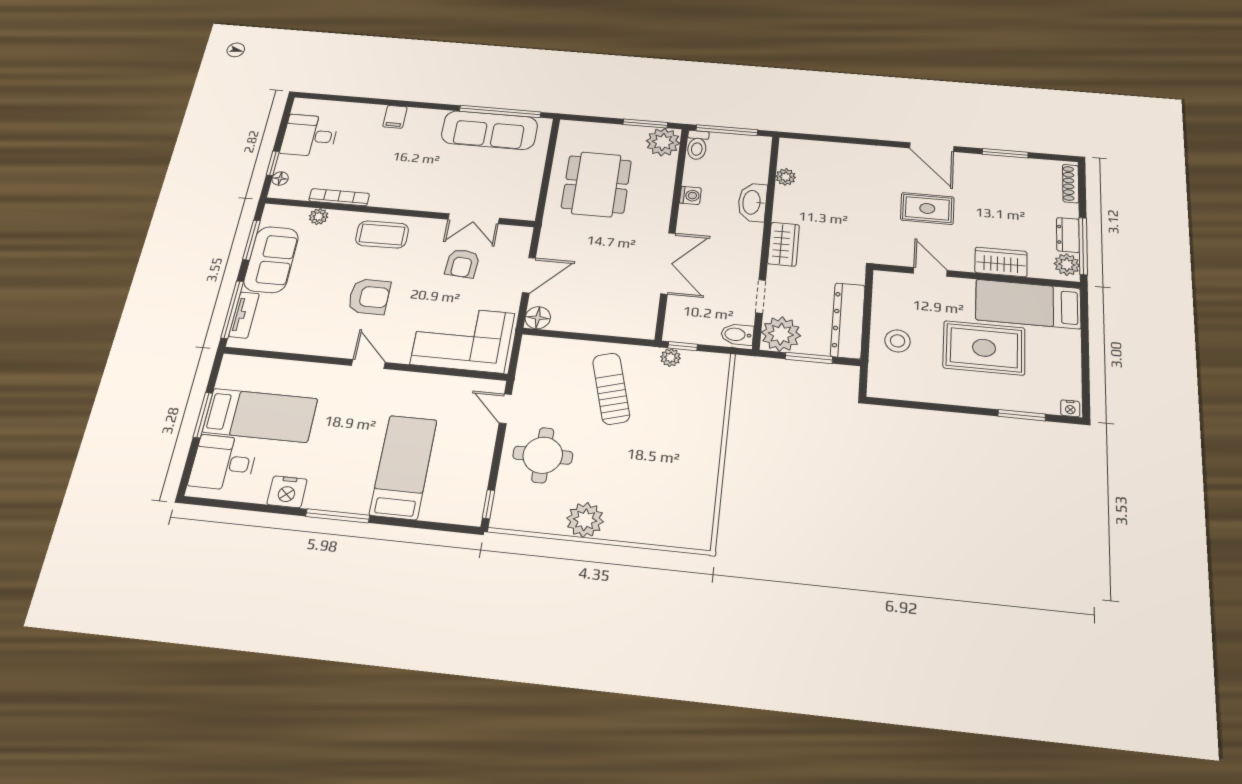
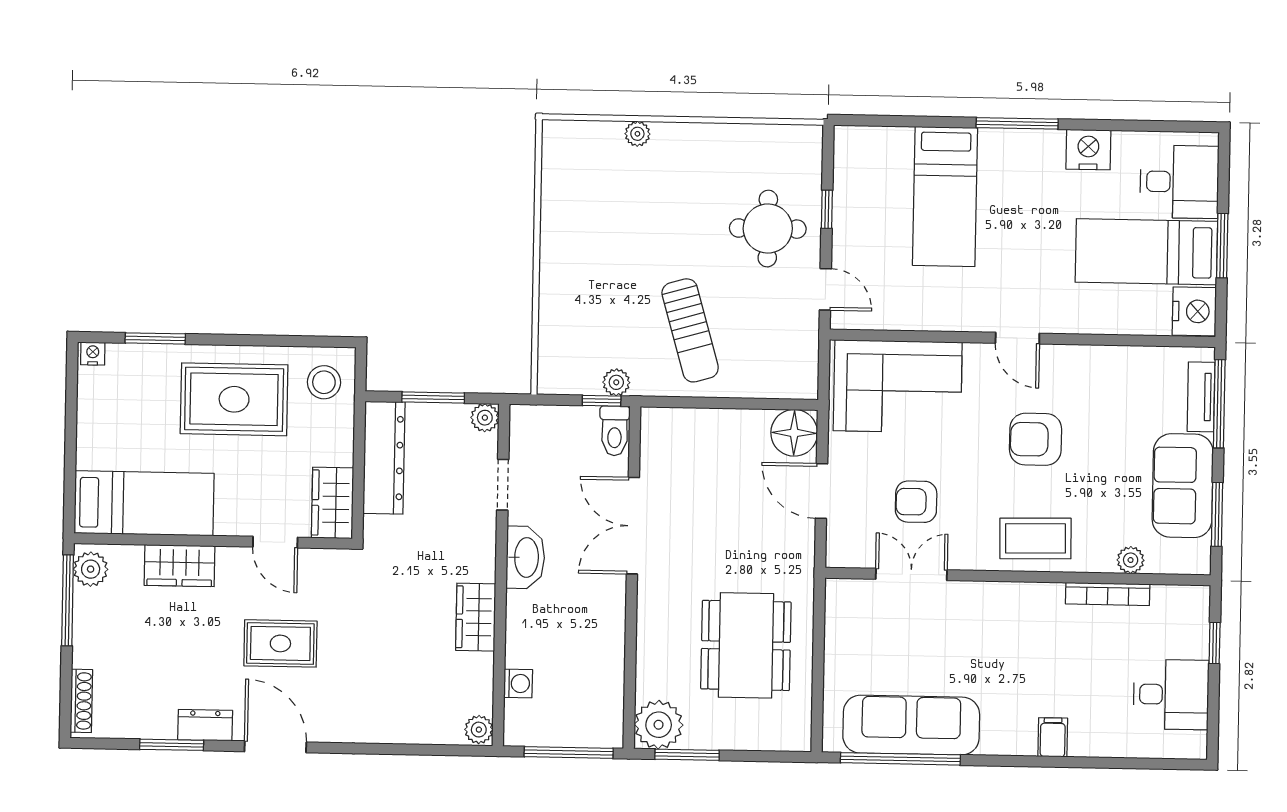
toilet: (697, 145) -> (615, 431), moved, turned 180
plant: (786, 177) -> (479, 730), moved
floor lamp: (280, 179) -> (1199, 618), removed
washing machine: (690, 195) -> (518, 683), moved, turned 180
washbasin: (752, 202) -> (525, 557), moved
dresser: (1068, 235) -> (205, 725), moved, turned -90
wardrobe: (784, 244) -> (476, 617), moved
armchair: (462, 263) -> (916, 502), turned -94
door: (529, 275) -> (821, 491), hinge flipped
wardrobe: (887, 294) -> (333, 503), added
floor lamp: (538, 318) -> (794, 433), width x1.38, depth x1.38
bidet: (737, 334) -> (530, 424), removed
plant: (781, 334) -> (485, 418), width x0.53, depth x0.53
stool: (898, 341) -> (324, 382), moved
rug: (984, 348) -> (234, 399), moved
nightstand: (235, 372) -> (1194, 311), added
window: (488, 504) -> (827, 209), moved
plant: (585, 520) -> (637, 134), moved, width x0.53, depth x0.53

